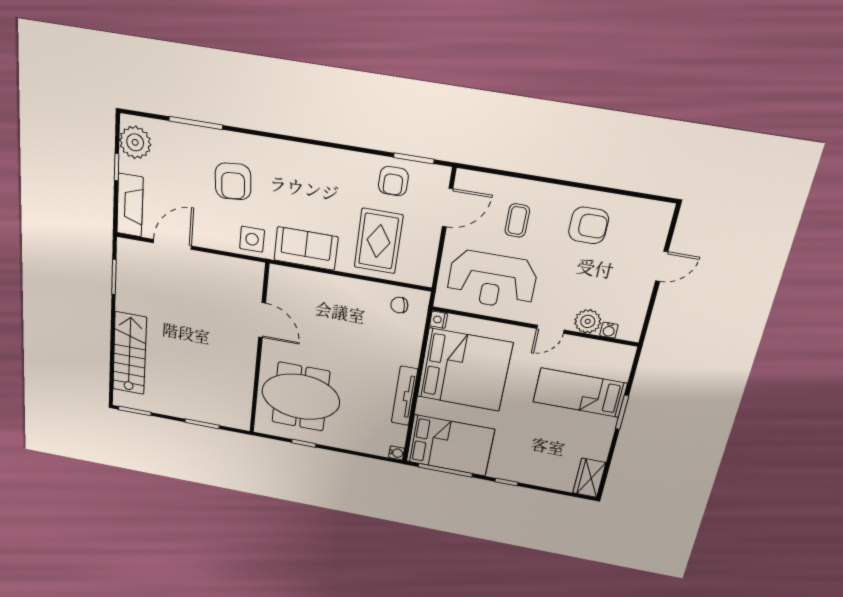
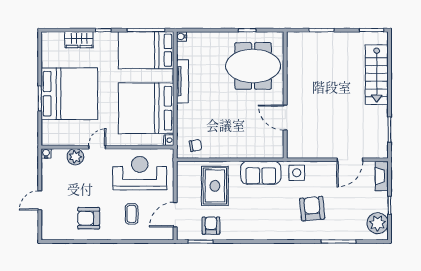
fireplace: (130, 205) -> (382, 176), width x0.73, depth x0.76
water cooler: (609, 330) -> (46, 153), moved
bed: (580, 393) -> (69, 94), width x2.04
wardrobe: (589, 478) -> (79, 40), moved, turned 90

